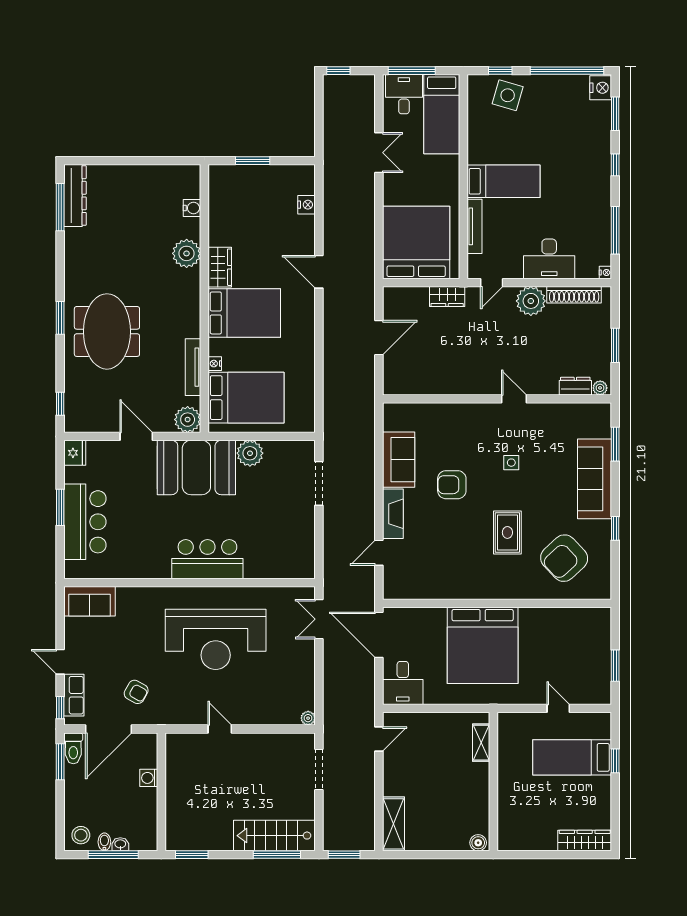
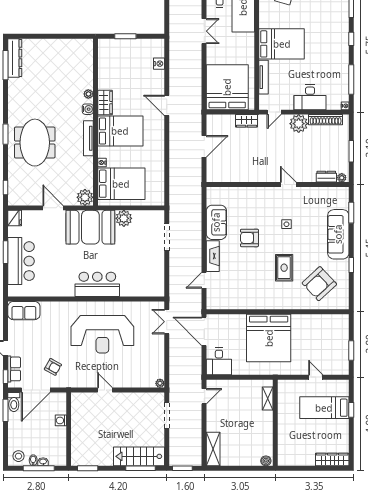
bed: (503, 181) -> (282, 44), width x1.50
water cooler: (192, 208) -> (88, 109), moved
plant: (187, 253) -> (88, 94), width x0.53, depth x0.53
tv unit: (193, 367) -> (88, 138), moved

